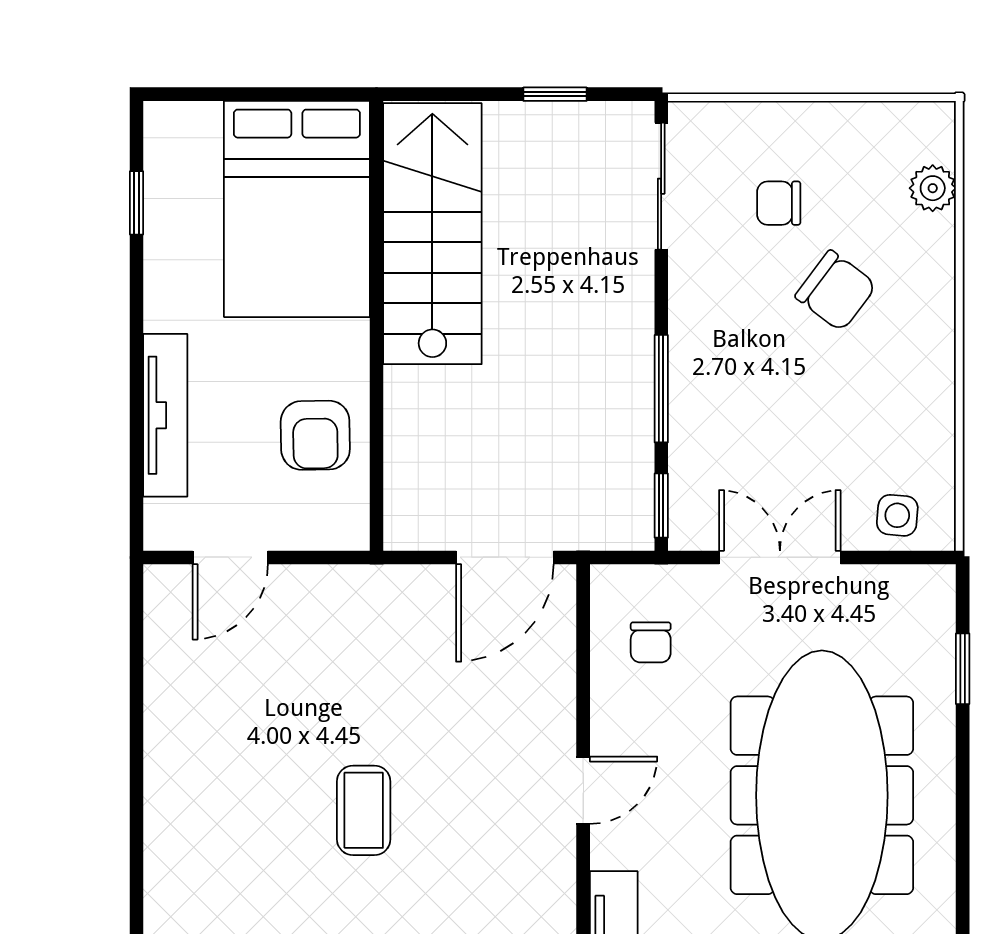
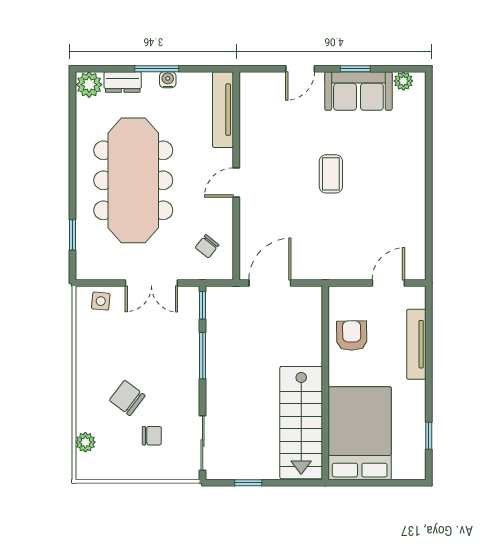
chair: (651, 642) -> (207, 246), turned -141

